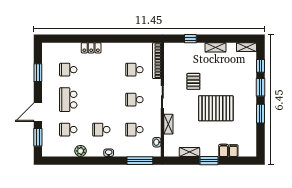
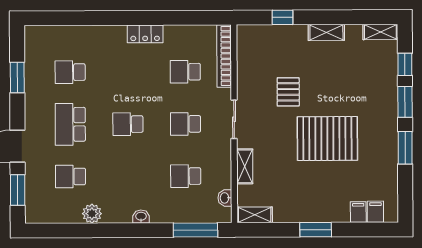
locker: (91, 48) -> (145, 34), moved
school desk: (101, 130) -> (128, 124), moved
filing cabinet: (224, 150) -> (375, 212), moved
shelving: (189, 152) -> (255, 215), moved

